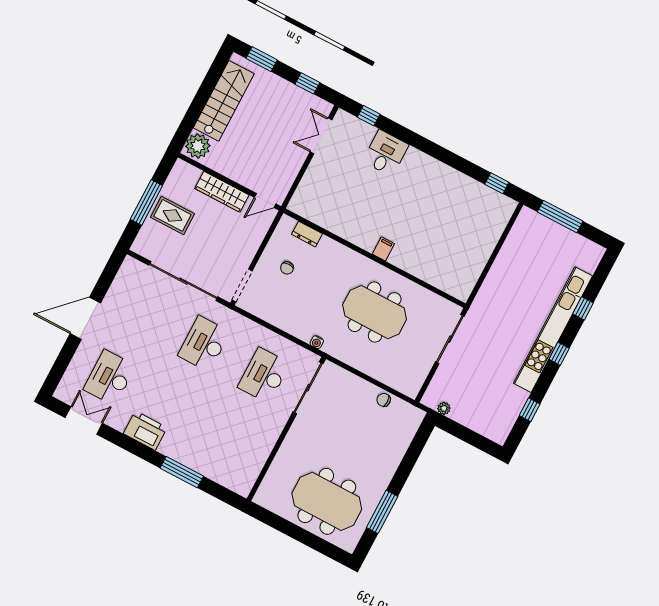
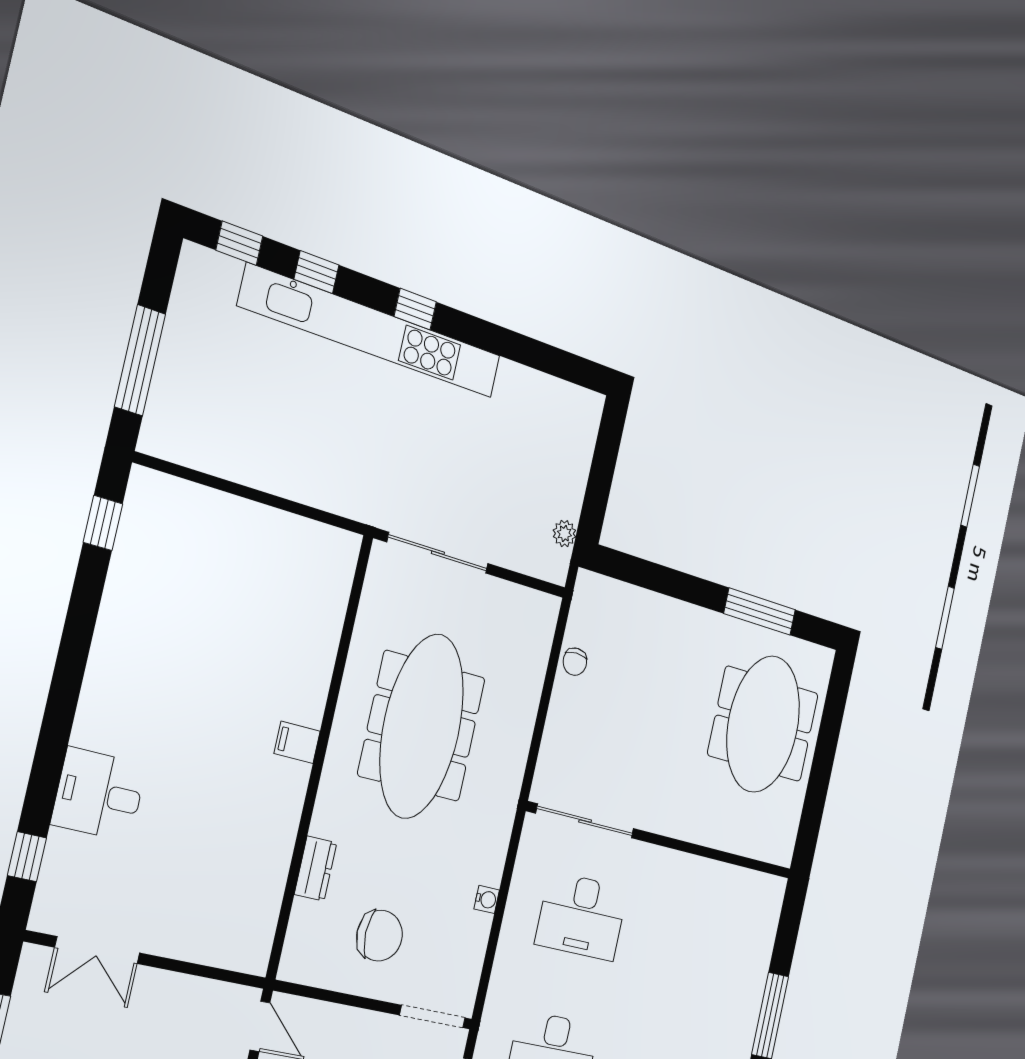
dresser: (307, 234) -> (316, 868), moved
chair: (287, 268) -> (380, 936), width x1.87, depth x1.87
meeting table: (375, 312) -> (422, 726), width x1.36
water cooler: (317, 342) -> (487, 899), moved
window: (530, 410) -> (239, 243), moved

